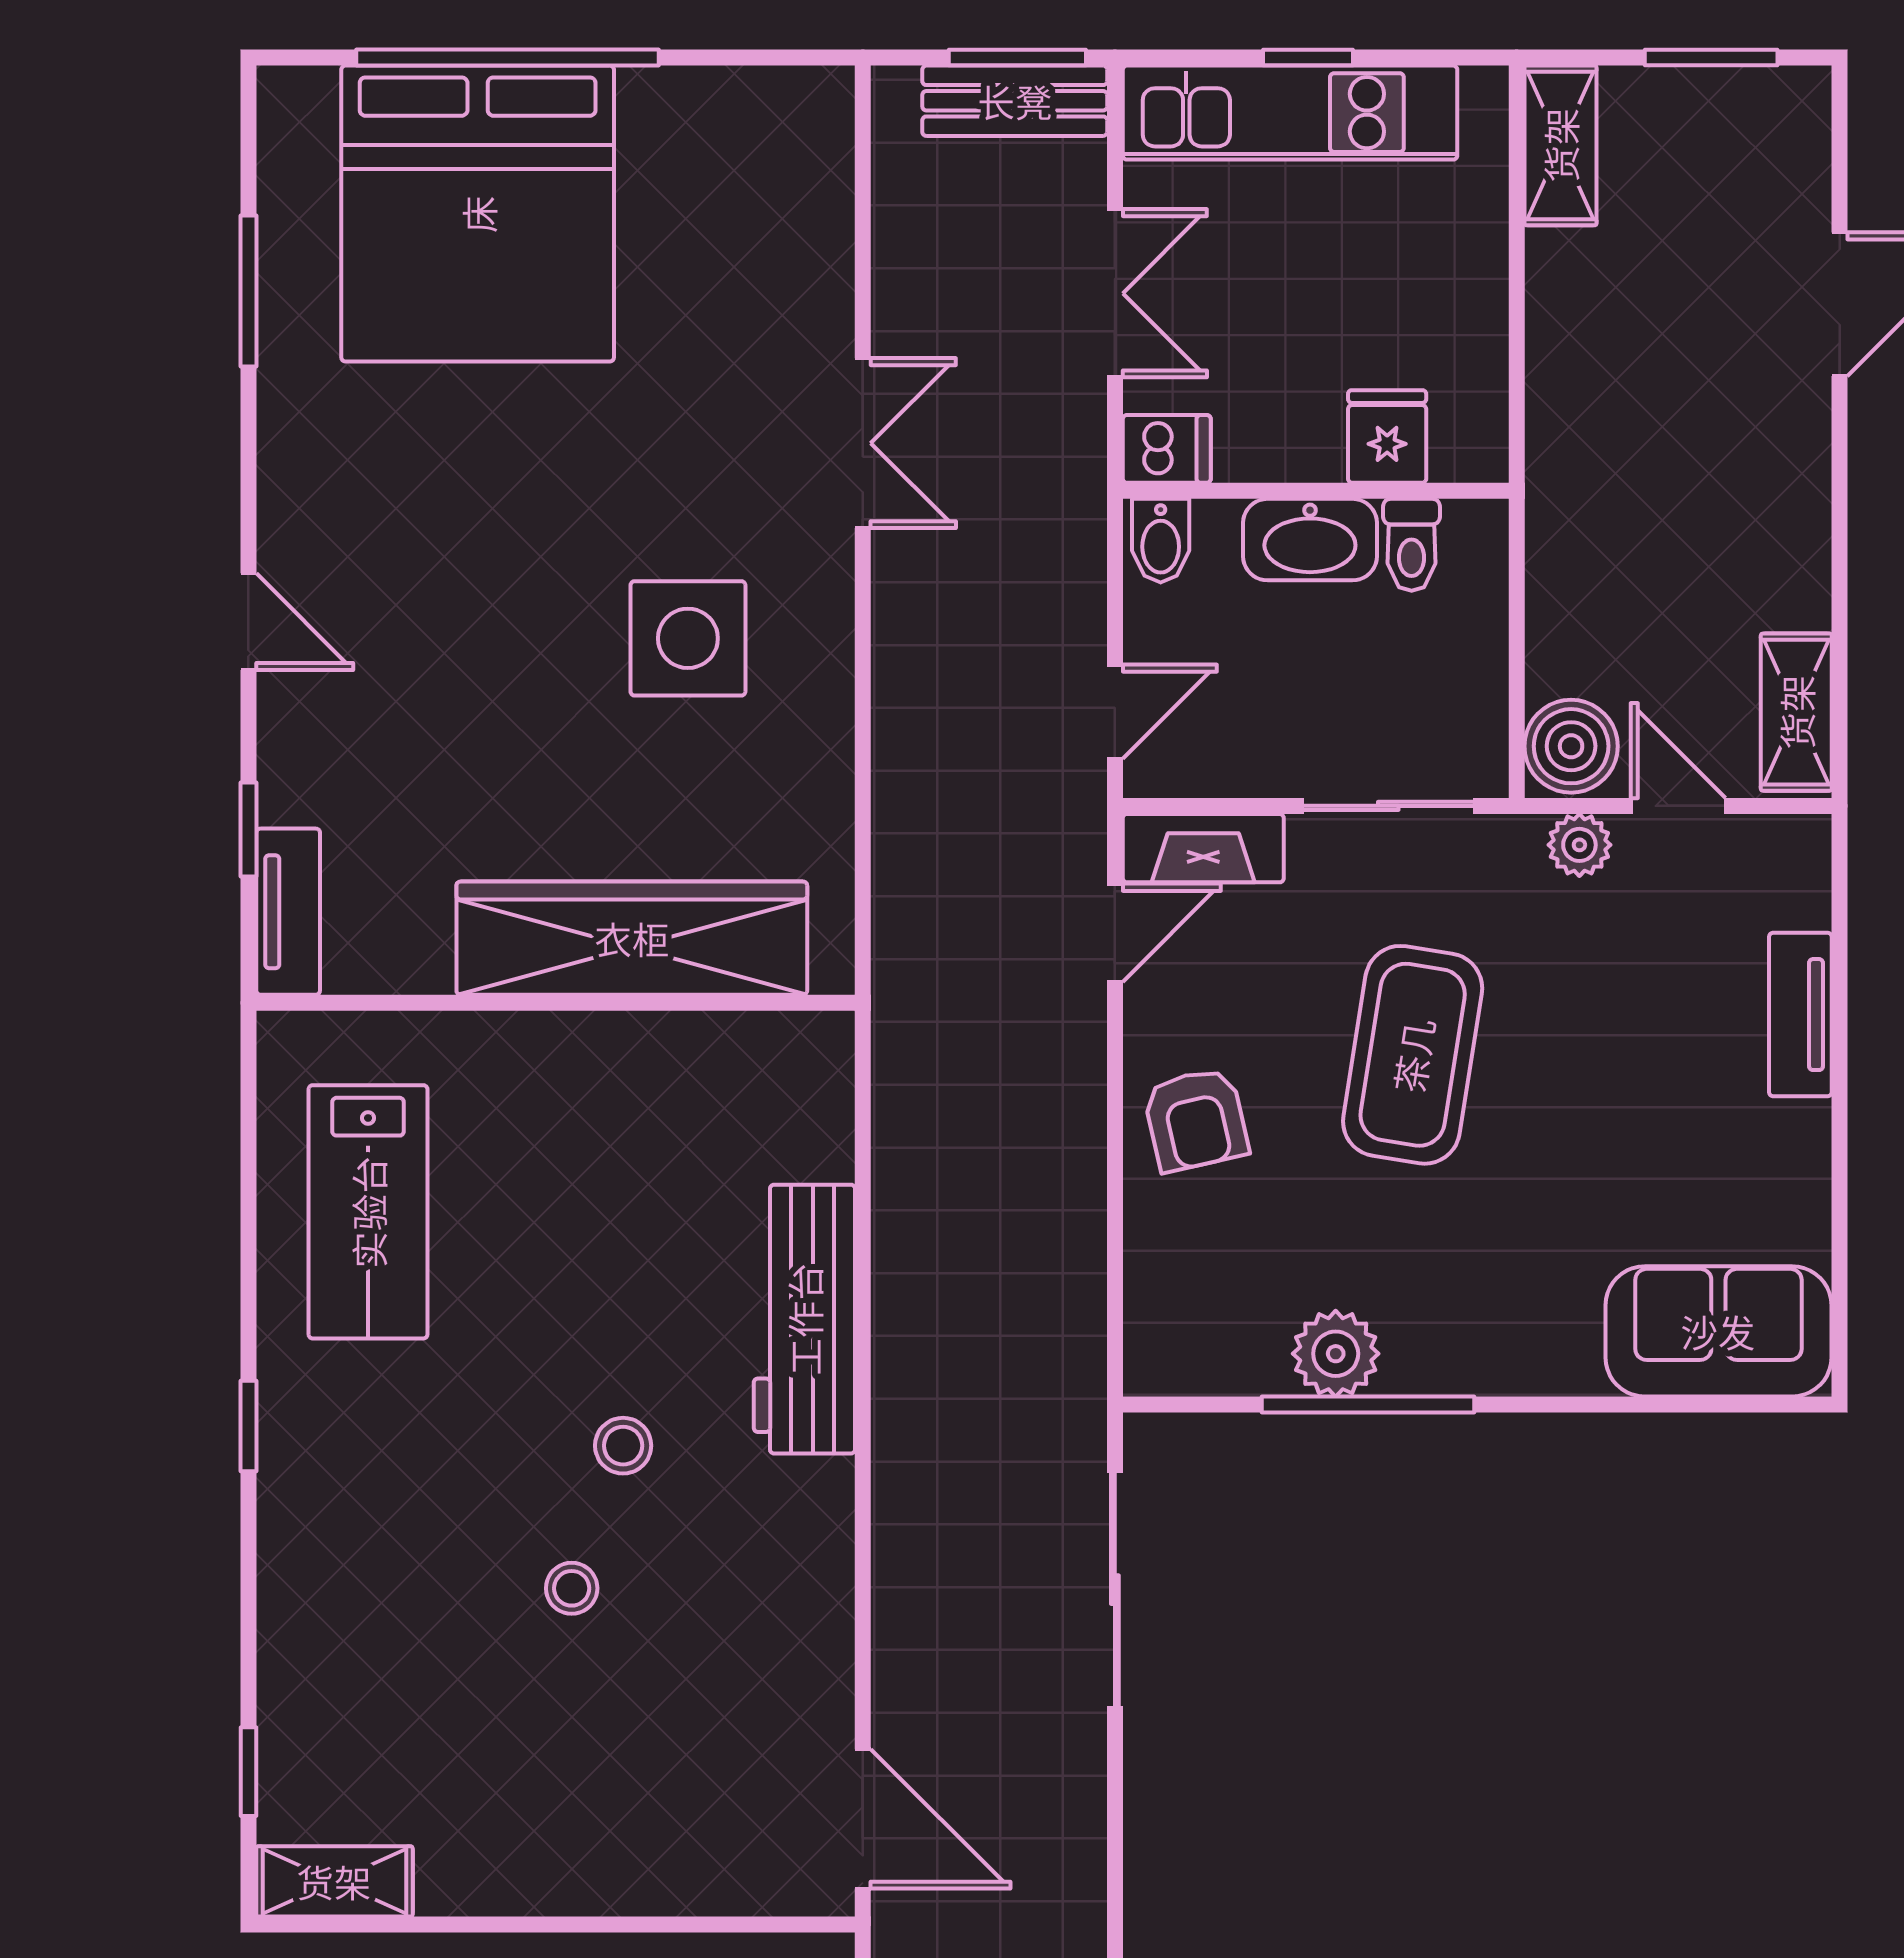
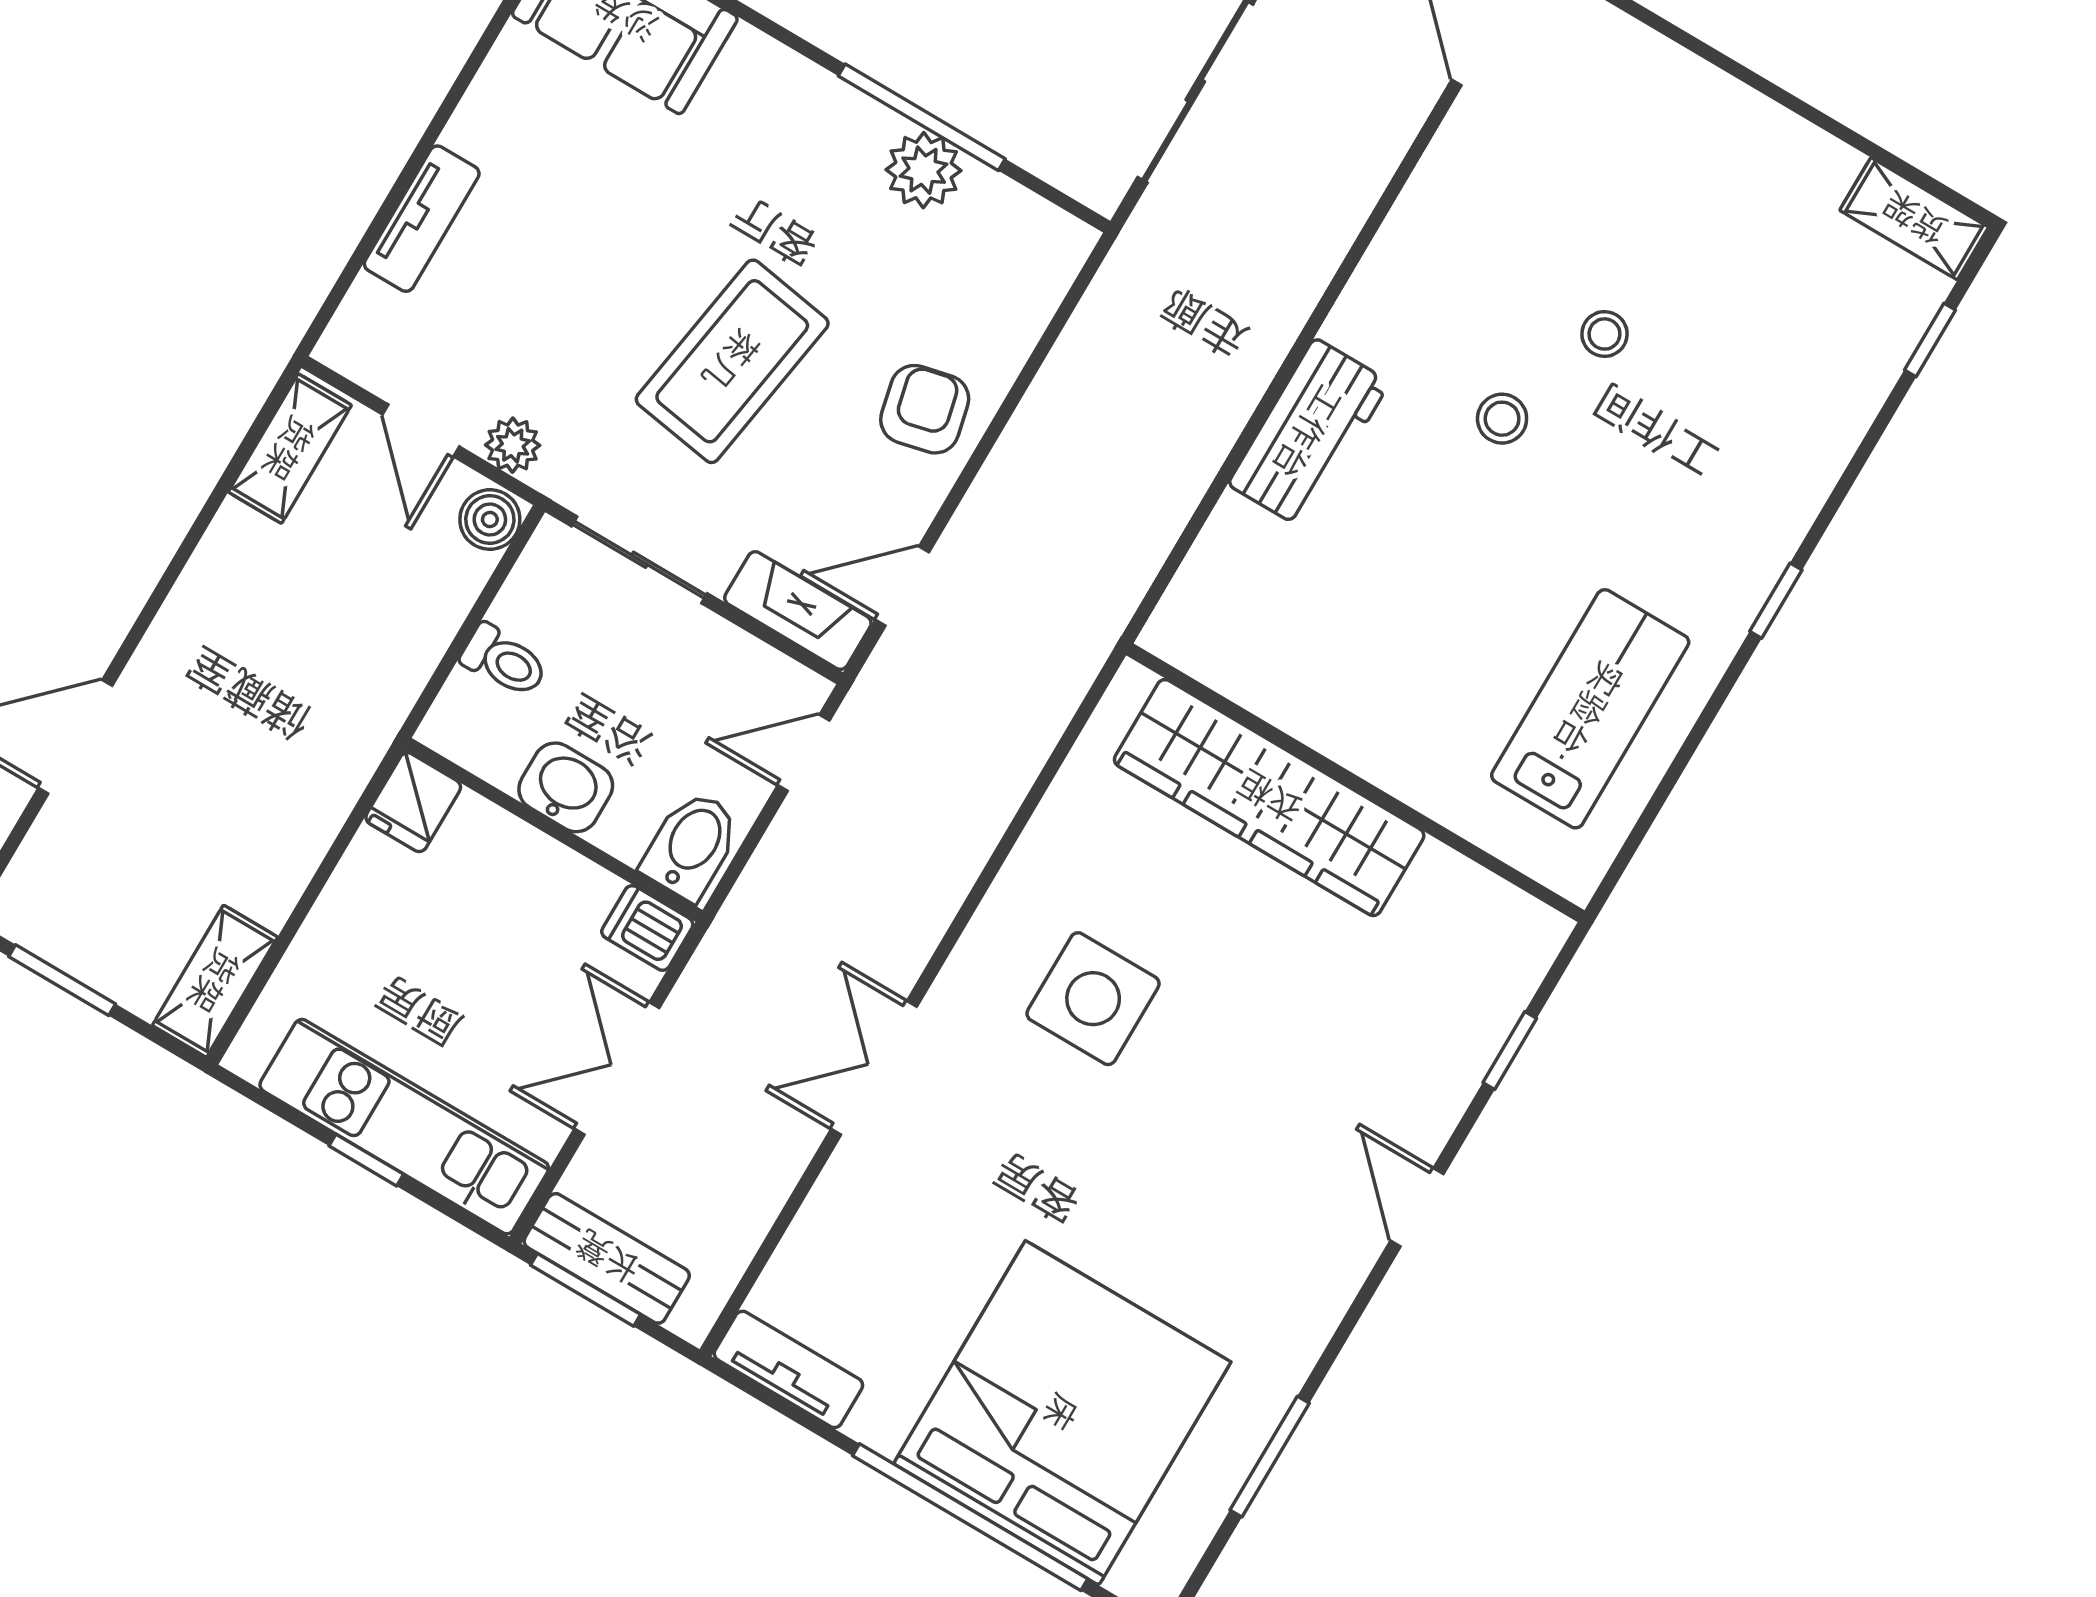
fridge: (1387, 436) -> (413, 802), moved
washbasin: (1310, 540) -> (566, 787), width x0.72
bidet: (1161, 541) -> (691, 845), width x1.38, depth x1.36
toilet: (1412, 545) -> (504, 661), moved, turned 90
boiler: (1571, 746) -> (490, 520), width x0.73, depth x0.73
tv unit: (288, 912) -> (788, 1369), moved, turned 90
workbench: (804, 1319) -> (1309, 433), width x0.73

